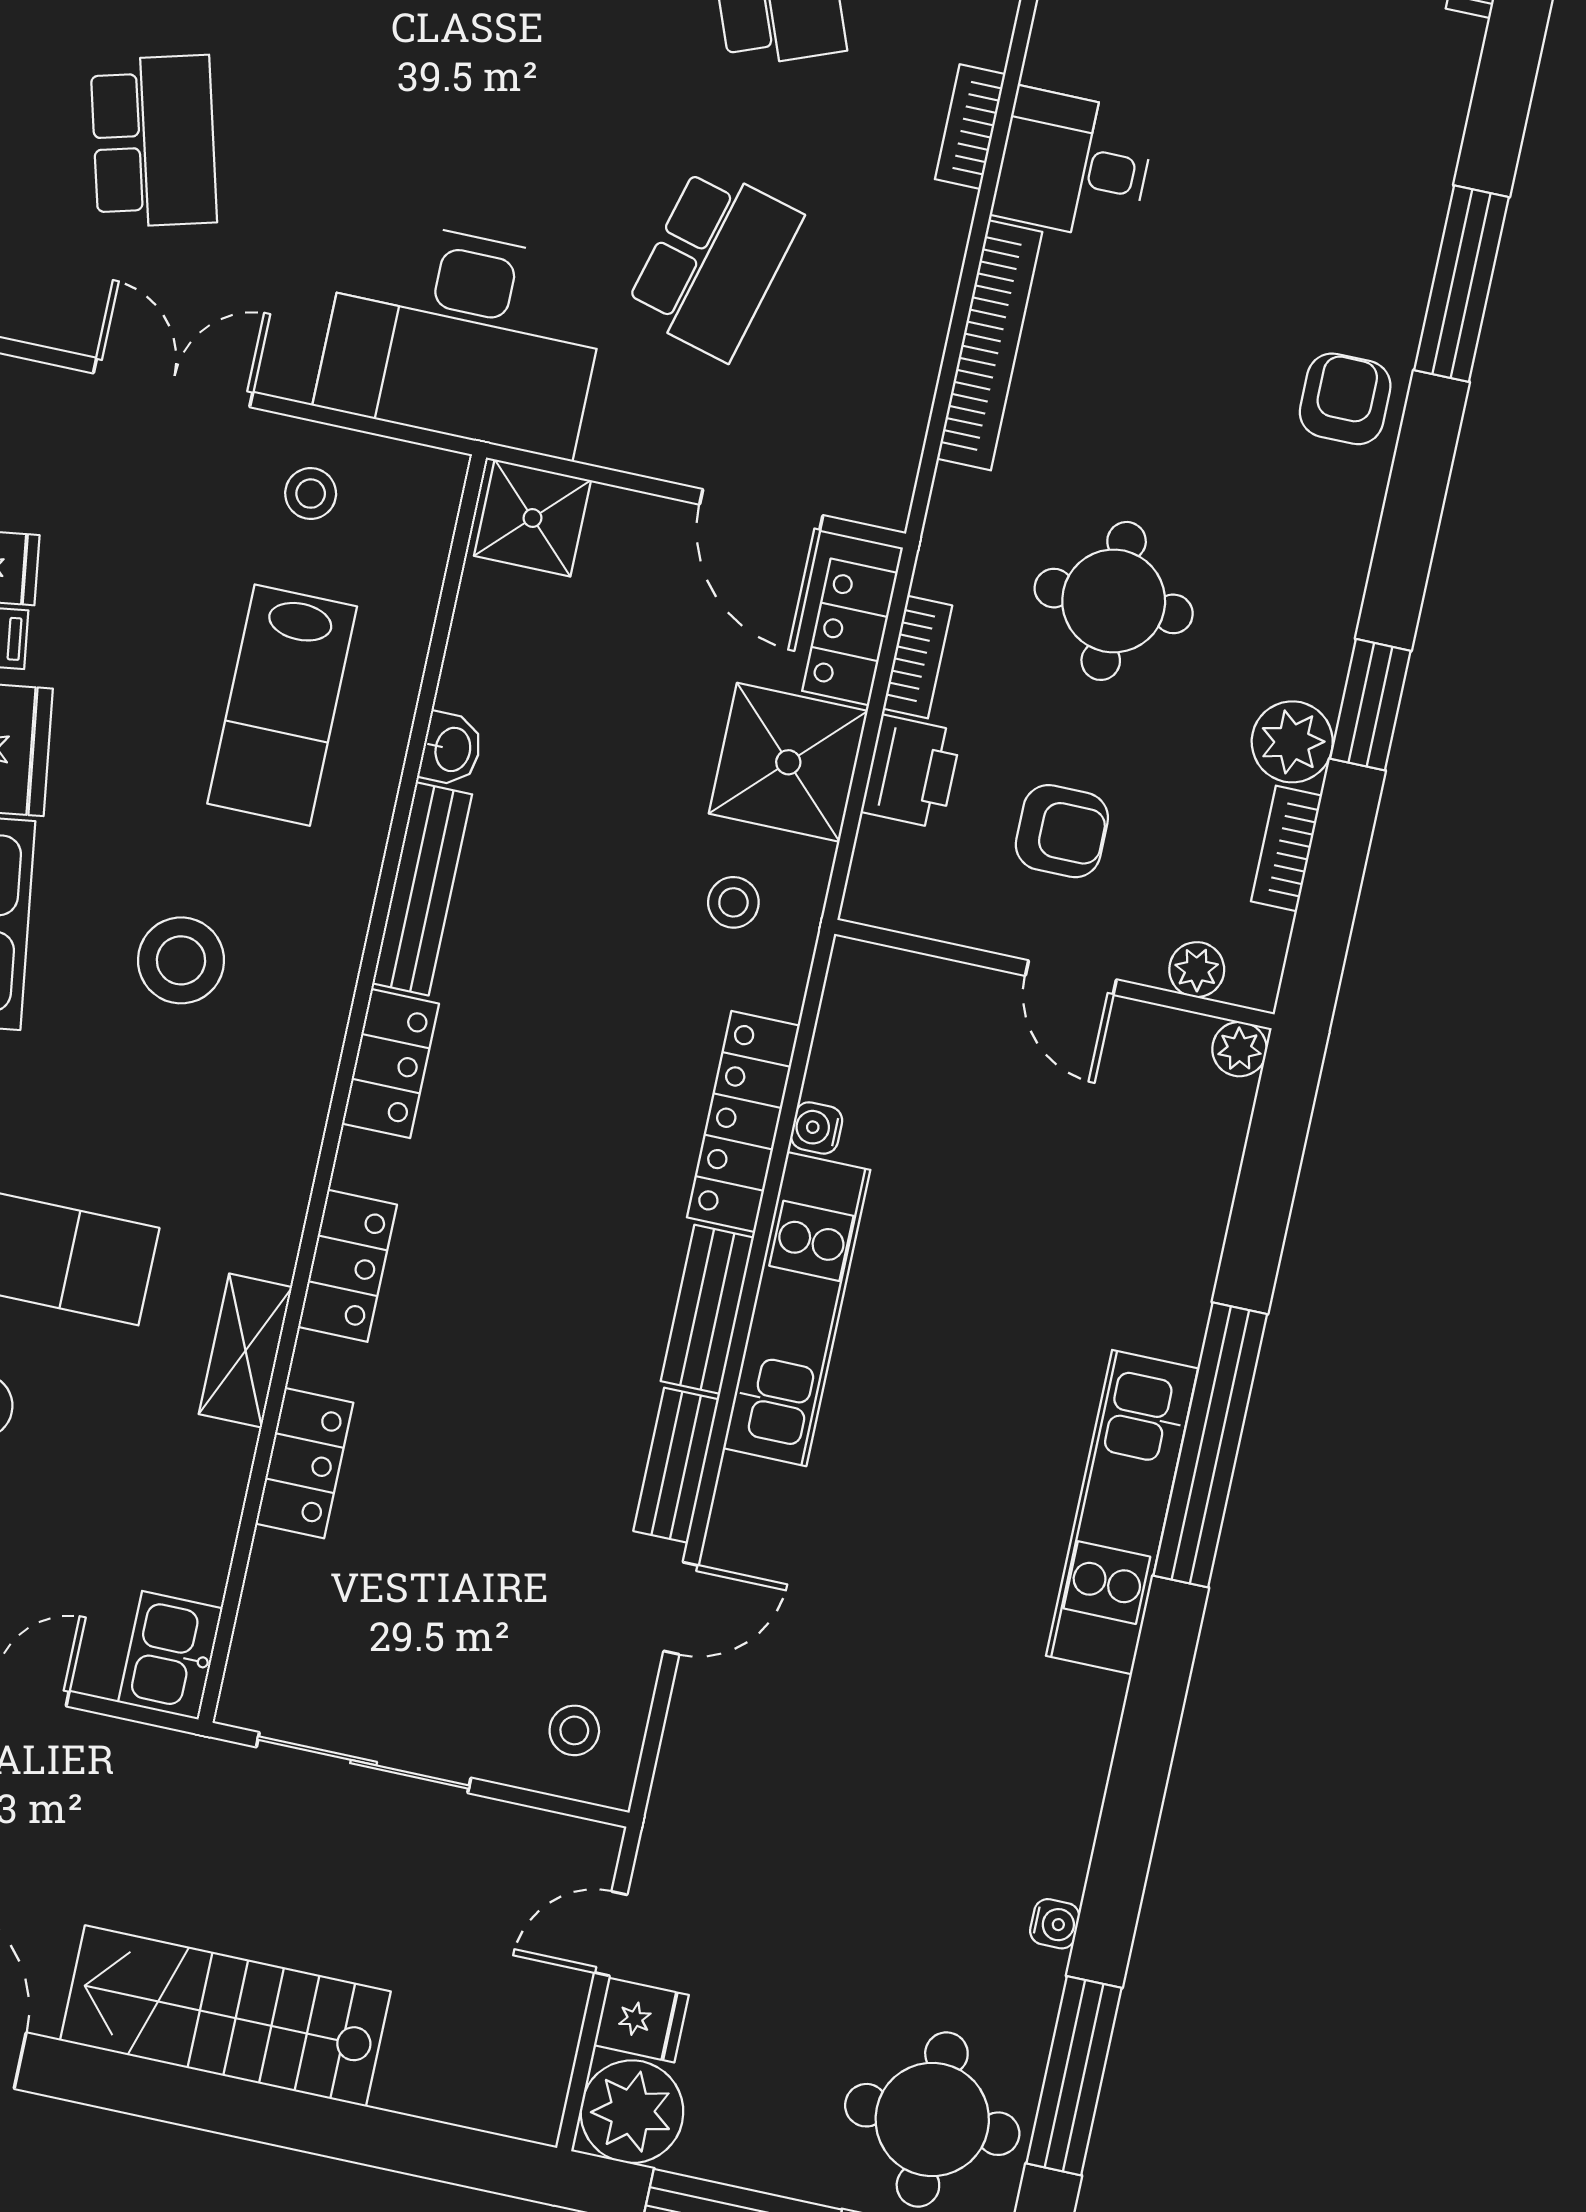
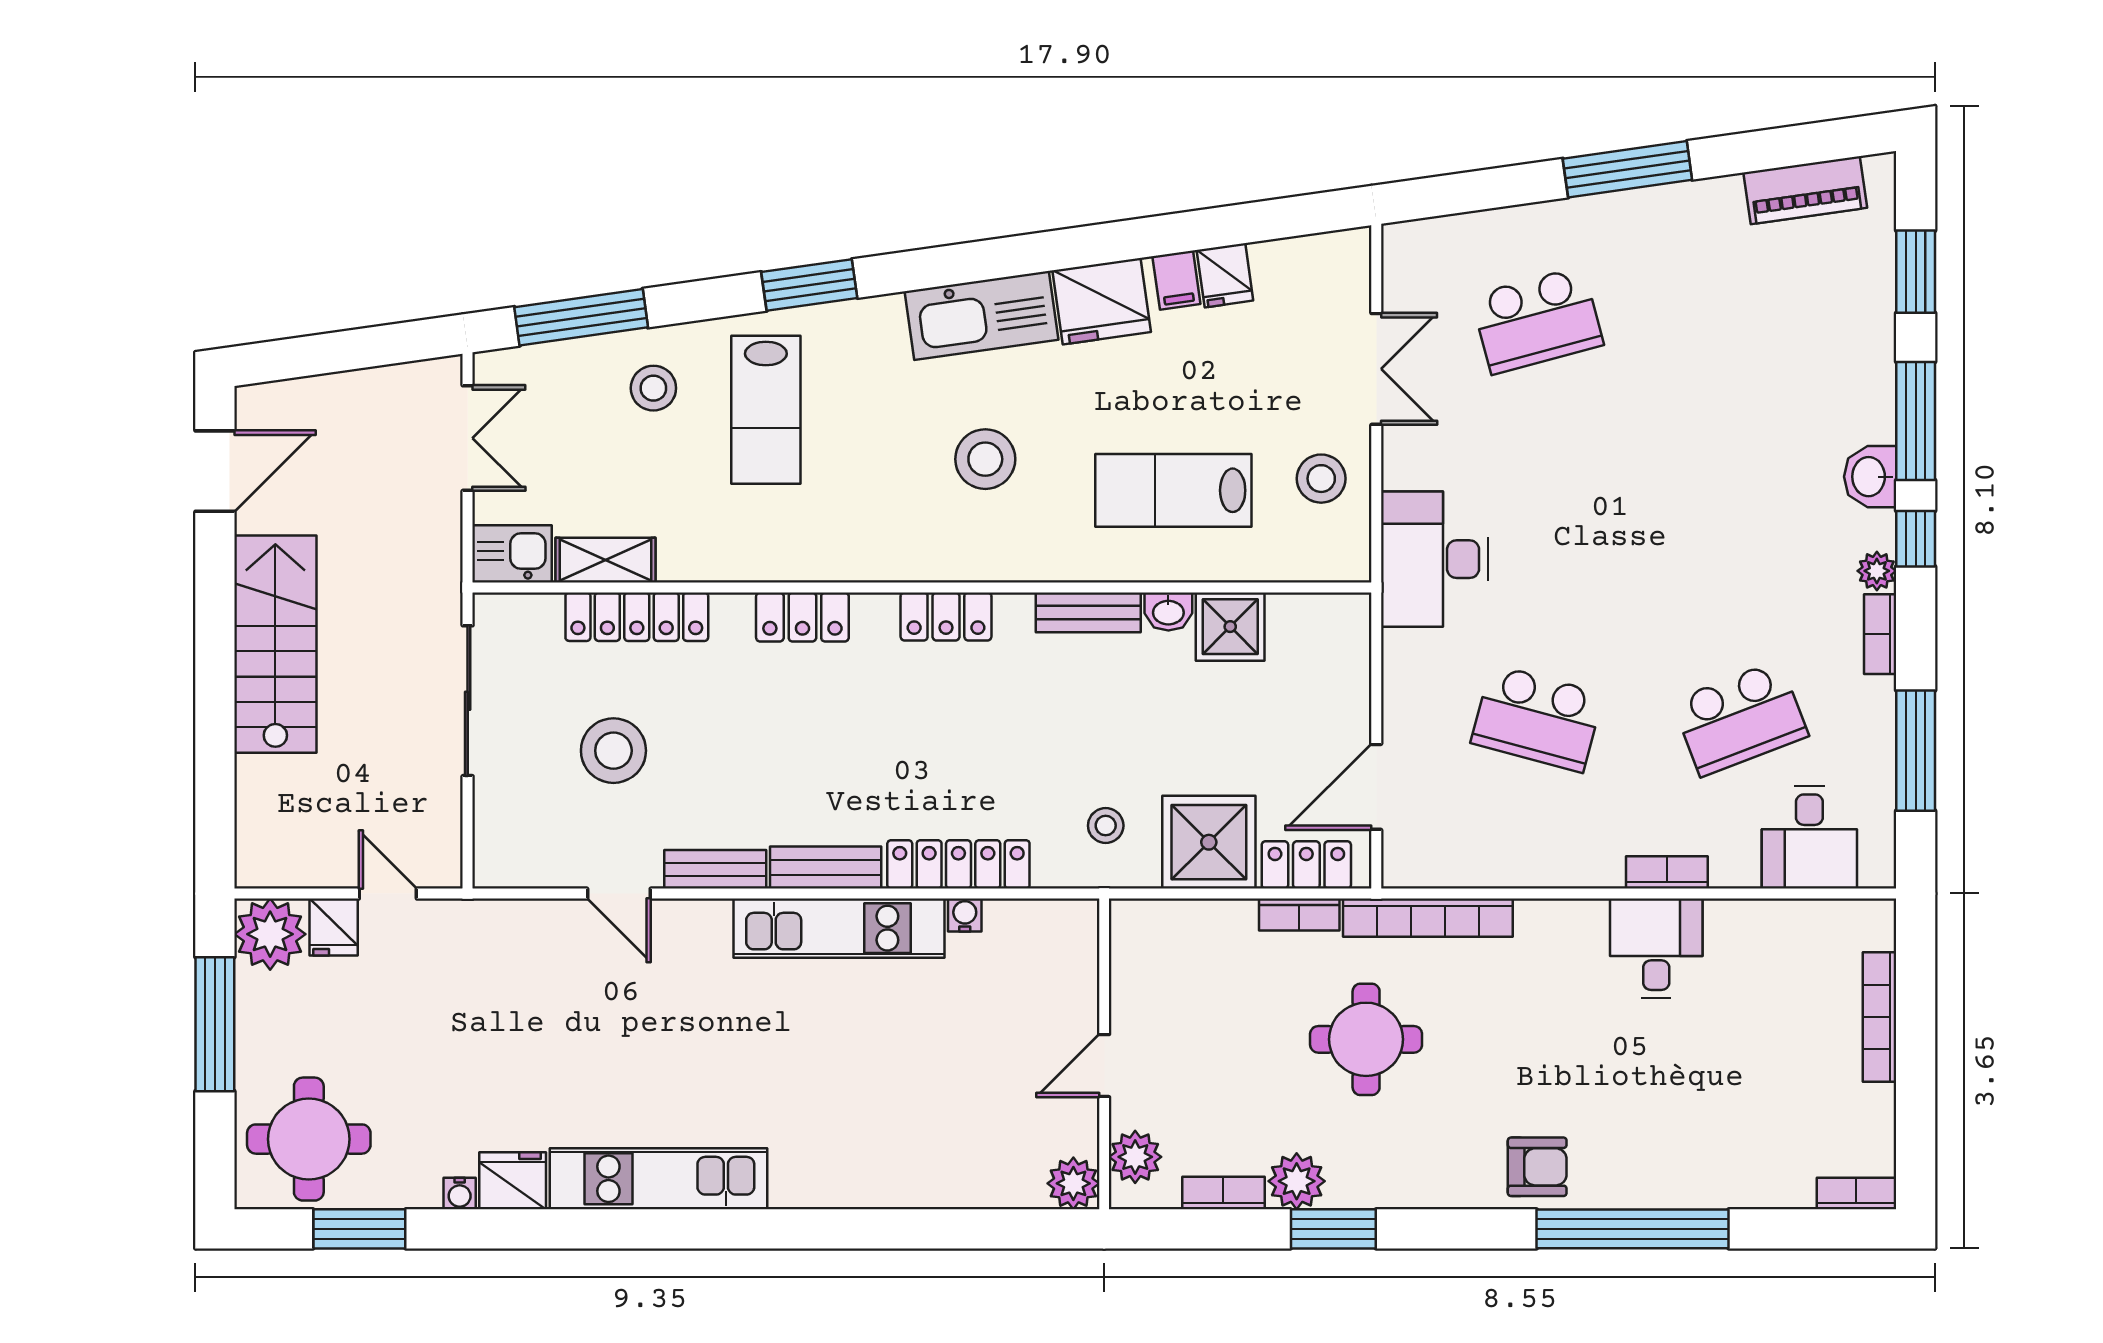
window: (1461, 284) -> (1633, 1229), width x1.46
desk: (463, 336) -> (1434, 559), width x0.73, depth x0.77
bookcase: (990, 345) -> (1428, 918), moved
stool: (311, 494) -> (1321, 479), width x1.37, depth x1.37
shower: (533, 518) -> (1230, 627), moved
printer: (911, 772) -> (1220, 927), removed
armchair: (1062, 831) -> (1202, 1038), removed
bench: (422, 889) -> (1088, 612), width x0.73
plant: (1197, 970) -> (1135, 1157), width x1.38, depth x1.38
plant: (1239, 1049) -> (1073, 1183), width x1.38, depth x1.38
shelving: (245, 1351) -> (605, 560), moved
window: (1210, 1445) -> (807, 1229), removed
locker: (304, 1463) -> (637, 617), width x1.53
kitchen unit: (1122, 1512) -> (658, 1179), moved
stool: (574, 1730) -> (613, 751), moved, width x1.89, depth x1.89
fridge: (1053, 1845) -> (513, 1181), added
window: (1074, 2076) -> (359, 1229), width x0.69

